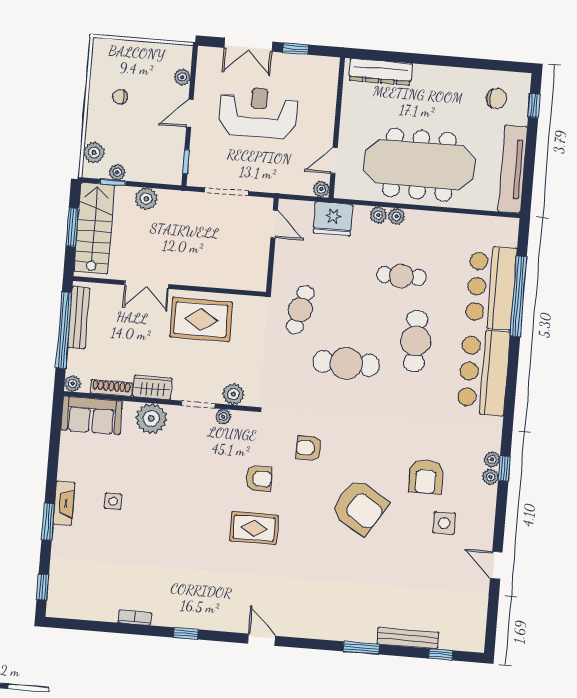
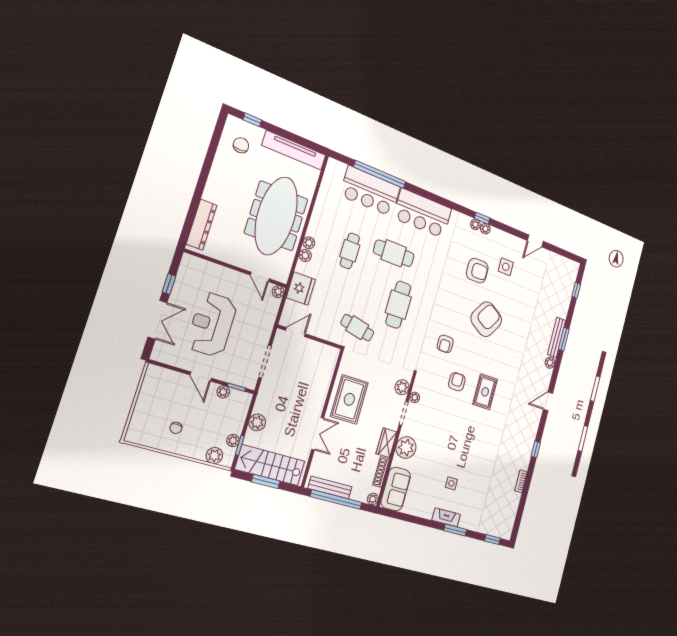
plant: (182, 77) -> (223, 392), moved
plant: (320, 631) -> (550, 363), added
bench: (408, 638) -> (557, 337), moved

